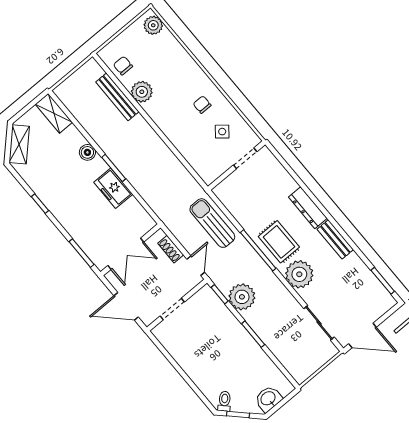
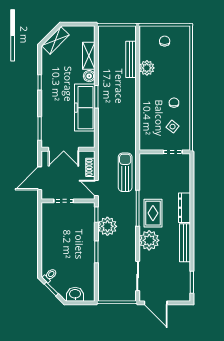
plant: (153, 25) -> (184, 37), removed
chair: (123, 66) -> (165, 41), moved
shelving: (54, 113) -> (89, 56), moved
freezer: (113, 188) -> (85, 108), width x1.91, depth x1.26
bench: (335, 239) -> (185, 243), width x1.36
door: (196, 266) -> (96, 188), swing flipped
door: (126, 306) -> (40, 178), hinge flipped

